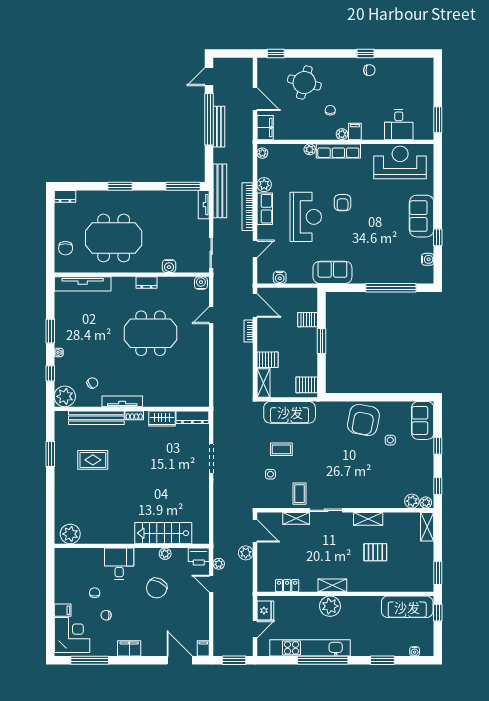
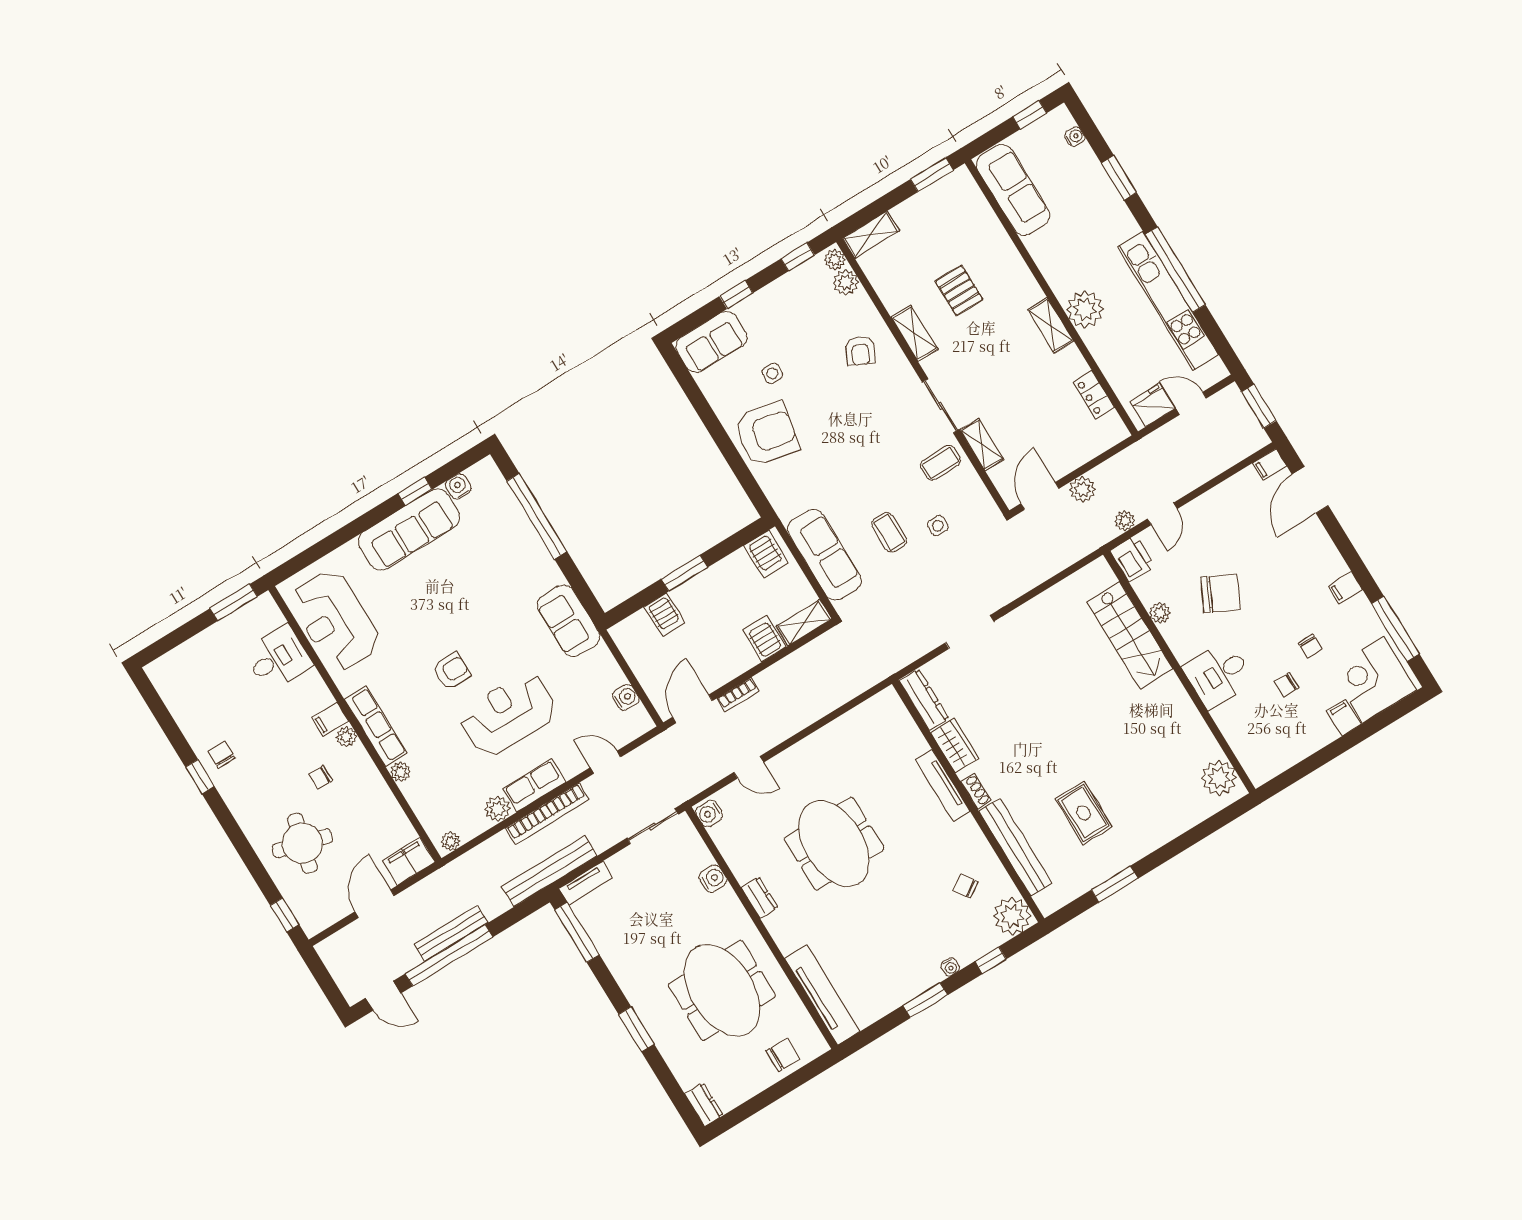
sofa: (422, 216) -> (409, 529), width x1.36
tv unit: (122, 401) -> (943, 786), moved
armchair: (375, 488) -> (860, 351), added
window: (438, 613) -> (1030, 115), moved
filing cabinet: (129, 648) -> (1345, 588), width x0.50

